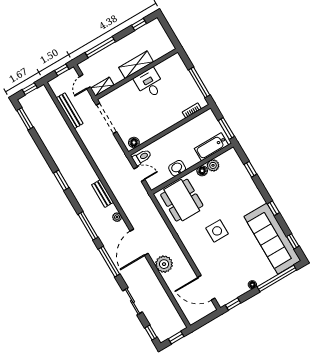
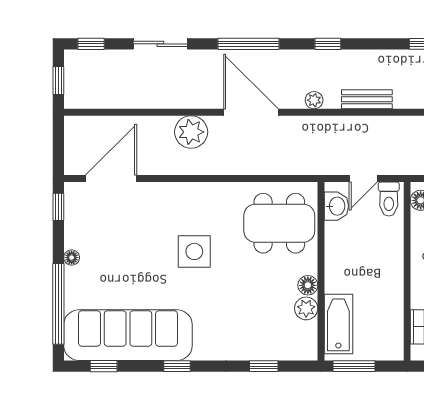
washbasin: (177, 168) -> (336, 206), moved
window: (88, 226) -> (328, 44), width x0.46

